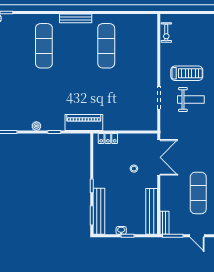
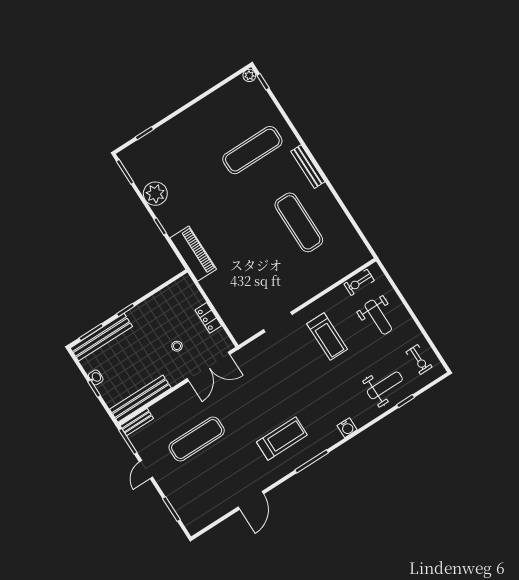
exercise mat: (106, 46) -> (299, 222), turned 90
weight bench: (191, 100) -> (378, 317), moved
plant: (36, 126) -> (155, 194), width x1.88, depth x1.88
locker: (108, 138) -> (208, 318), moved

